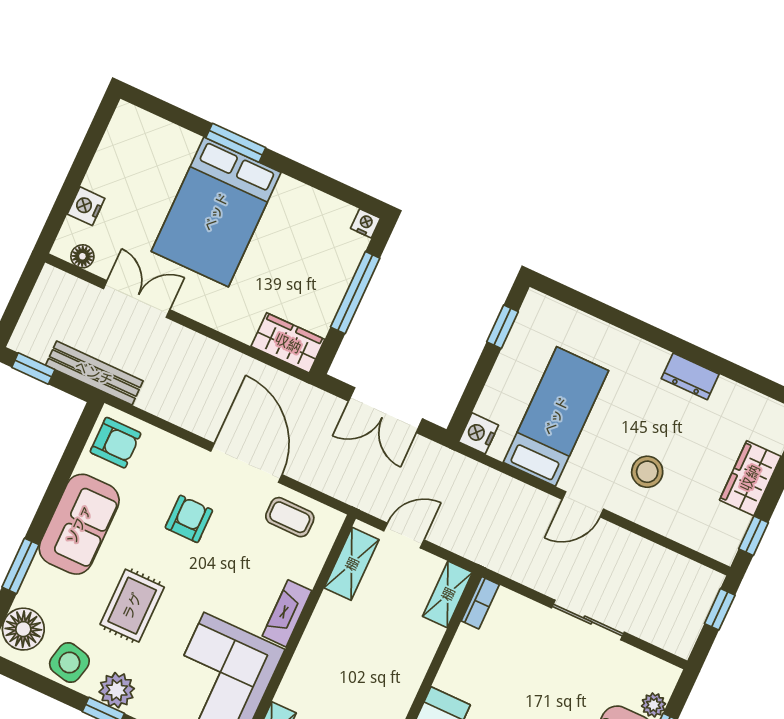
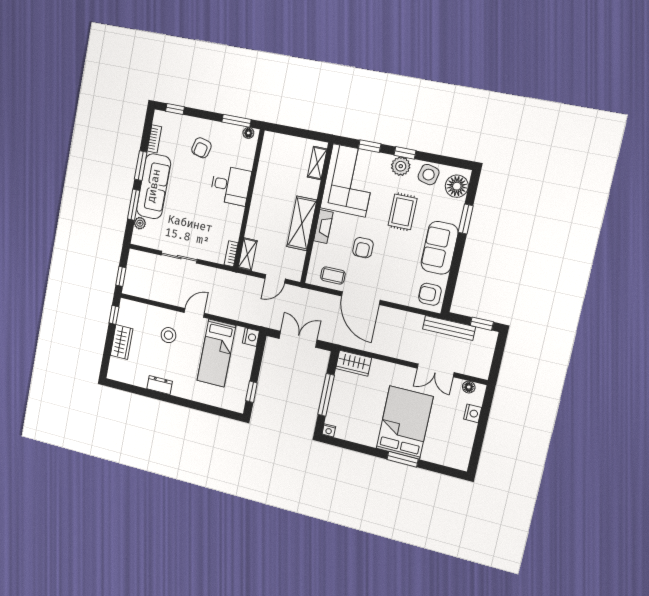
armchair: (189, 519) -> (363, 248), moved
shelving: (352, 564) -> (302, 223), moved, width x1.50, depth x1.33

